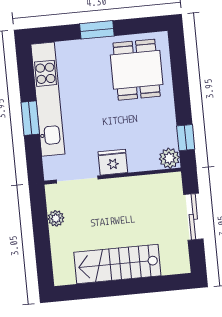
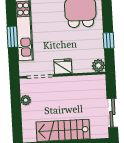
window: (186, 138) -> (109, 40), moved
sliding door: (193, 217) -> (112, 113), moved

